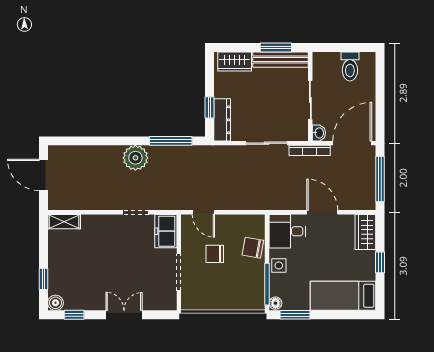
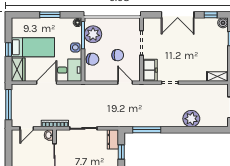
dresser: (222, 120) -> (113, 139), width x0.70
door: (352, 143) -> (27, 128), width x0.53
plant: (135, 158) -> (191, 119), moved
door: (322, 212) -> (47, 83), swing flipped
plant: (252, 285) -> (93, 34), added
bed: (343, 296) -> (33, 47), moved
double door: (124, 315) -> (178, 15), width x1.37
window: (295, 315) -> (50, 15), moved

